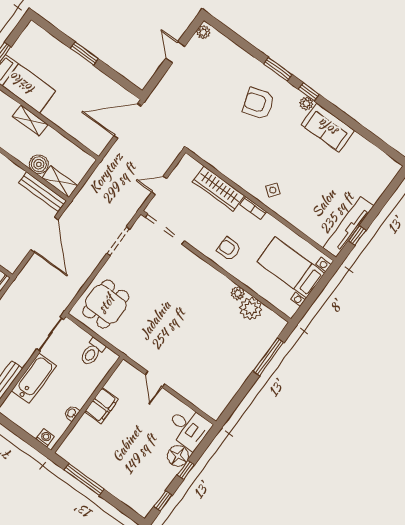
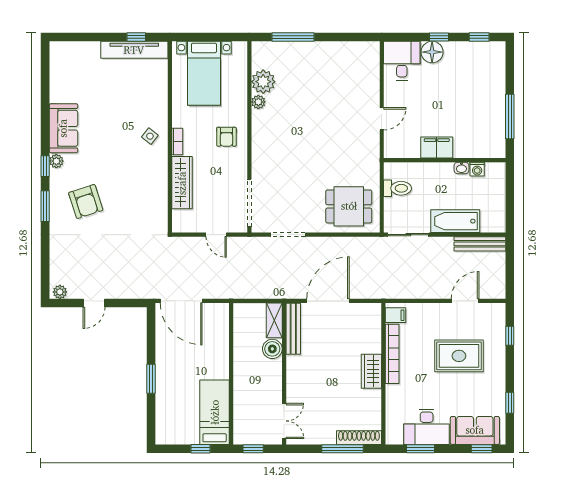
shelving: (30, 120) -> (241, 383), removed
washing machine: (45, 438) -> (477, 169), moved, turned -90

